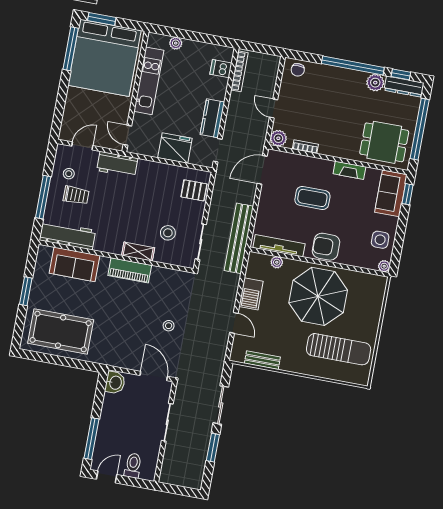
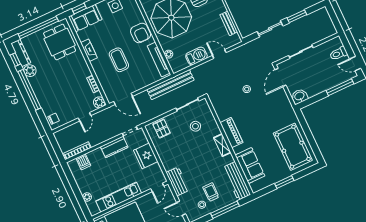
shelving: (138, 252) -> (222, 145), moved
door: (234, 323) -> (219, 54), hinge flipped

